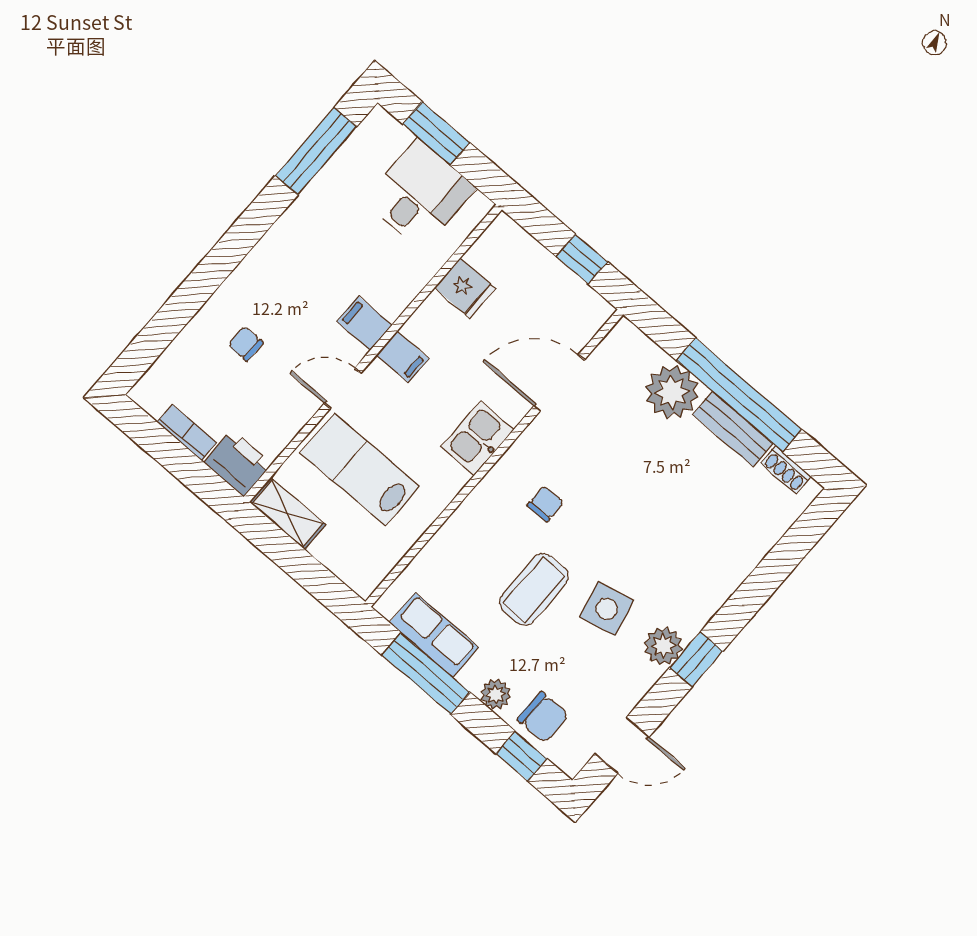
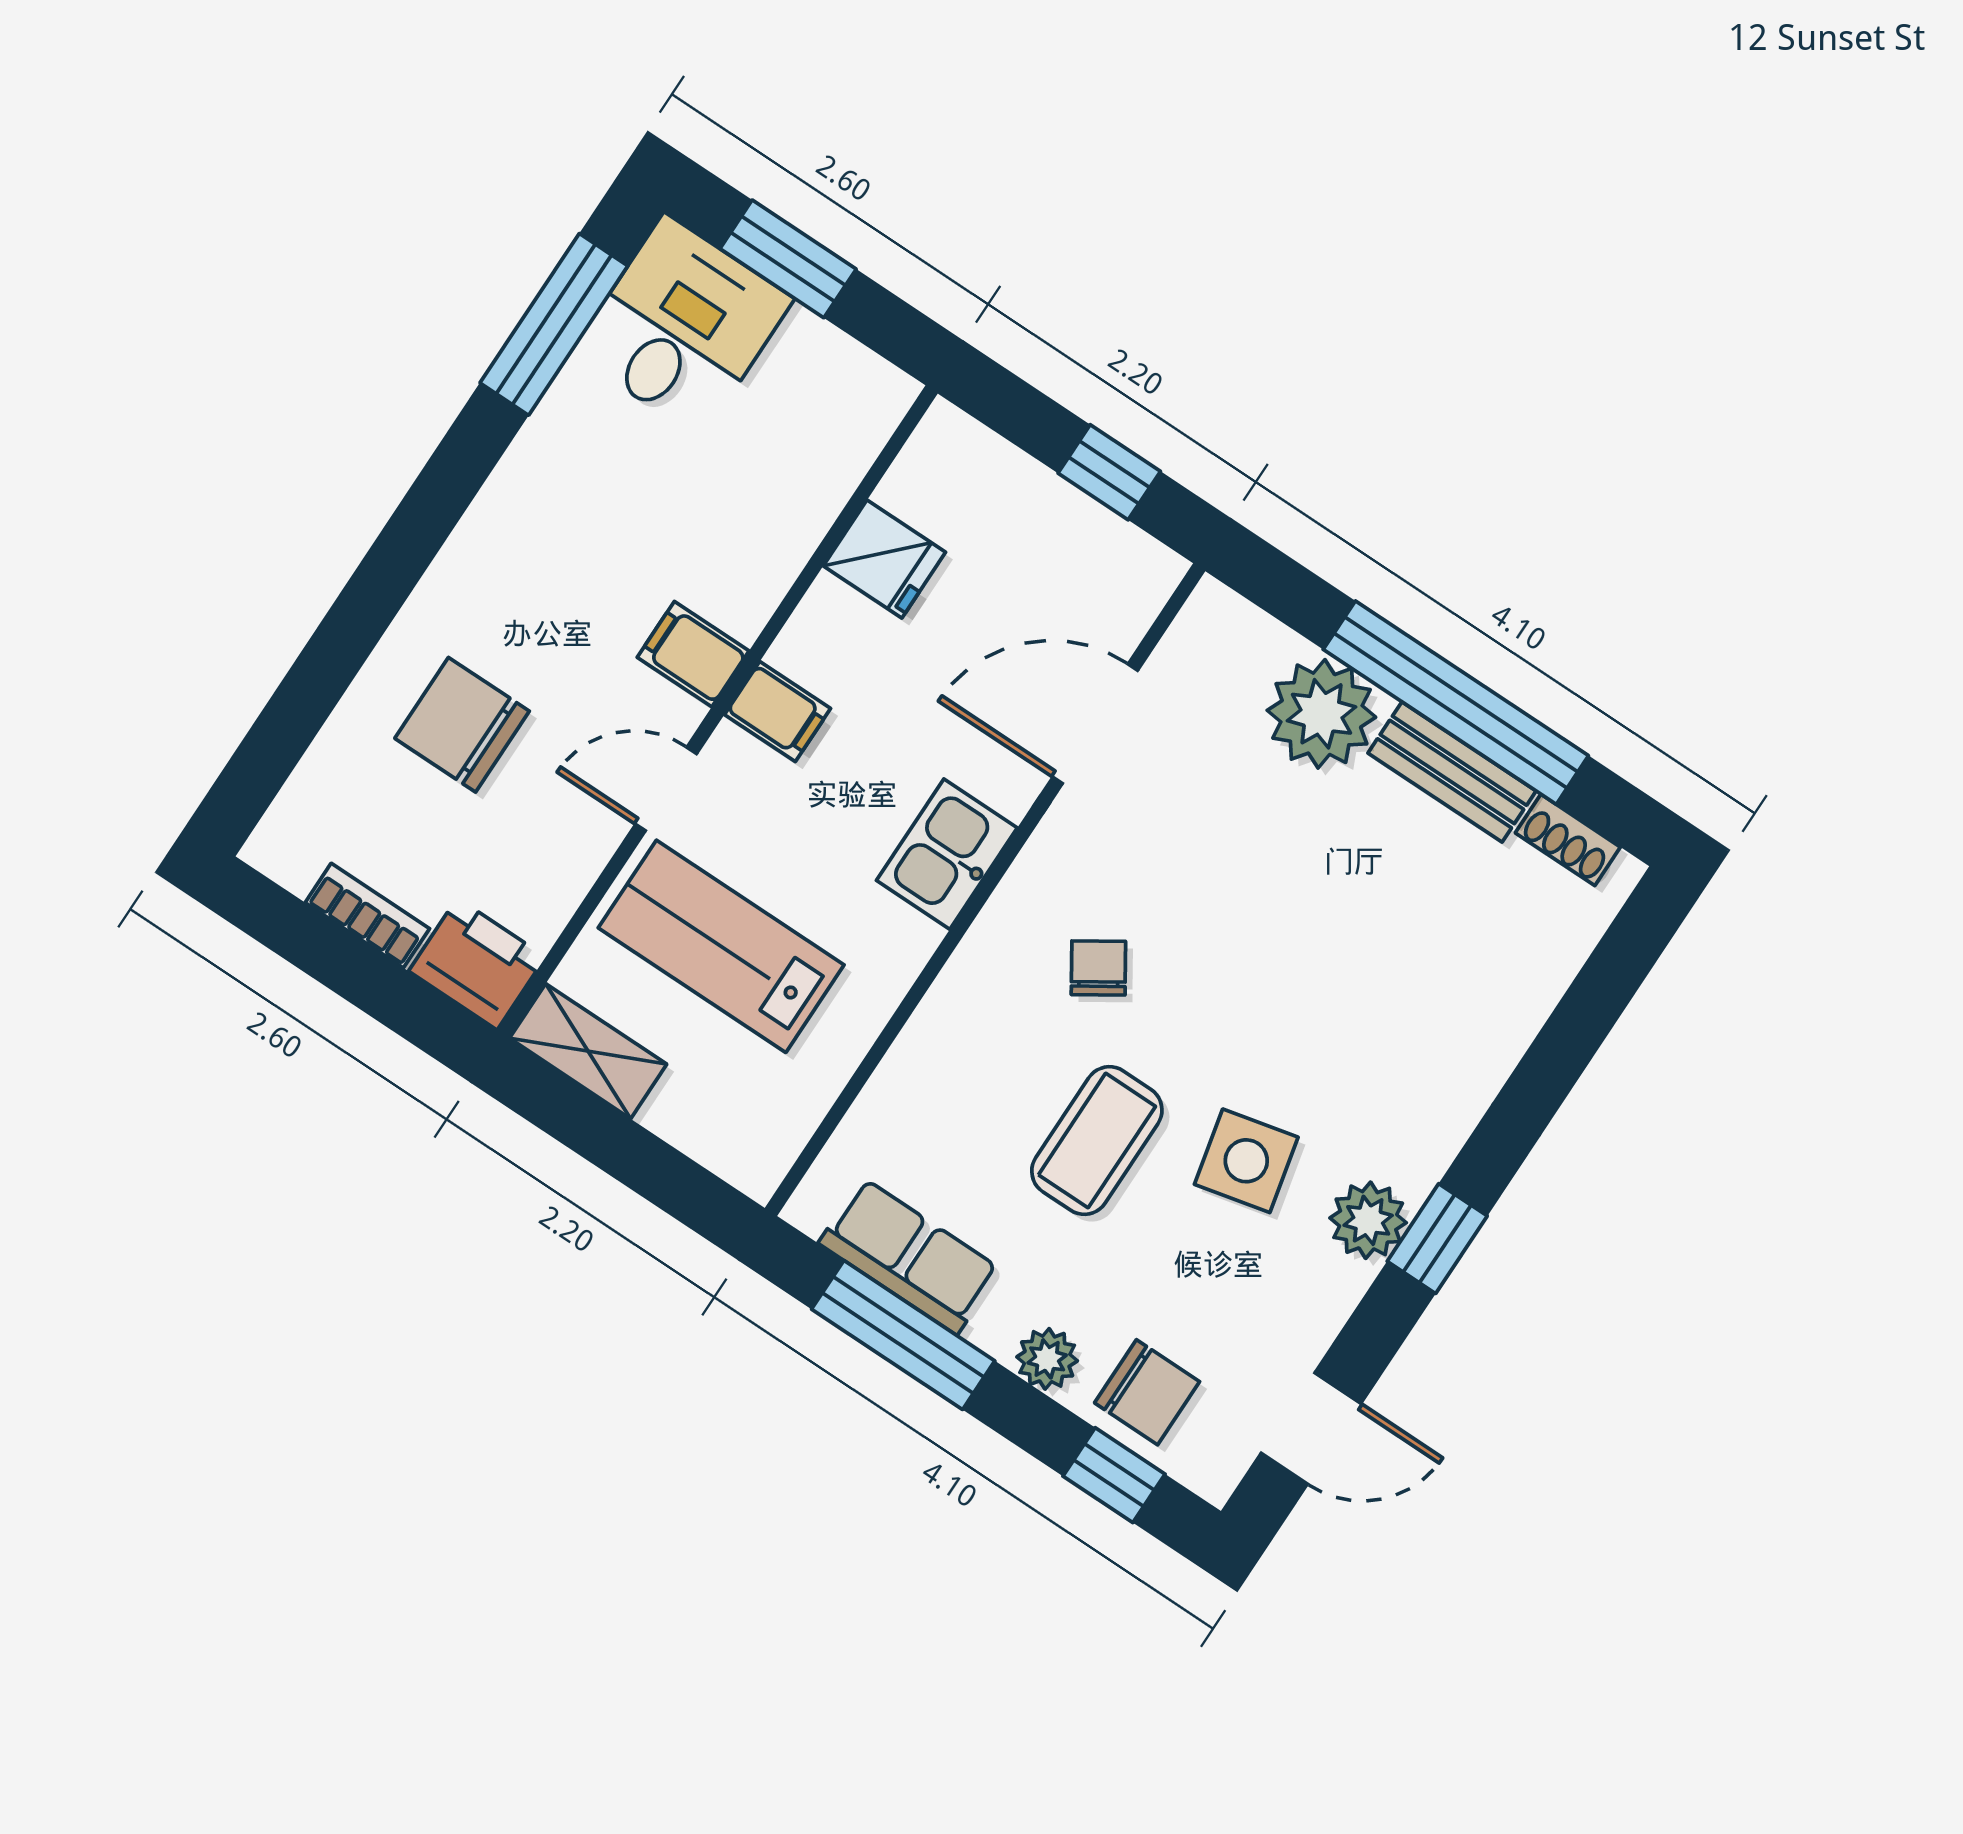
desk: (419, 194) -> (683, 326), moved
chair: (246, 344) -> (462, 725), width x1.87, depth x1.87
chair: (545, 504) -> (1098, 968), turned -33

